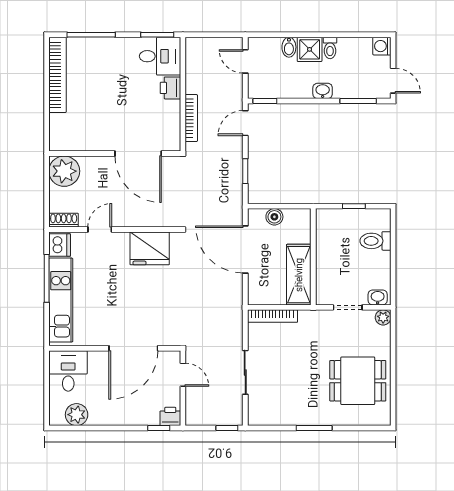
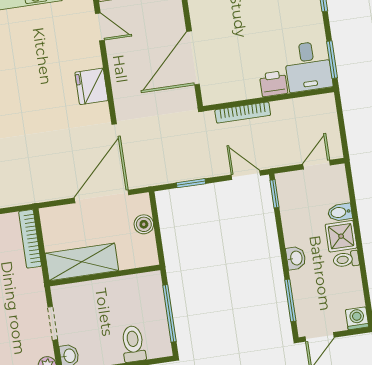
window: (354, 206) -> (169, 313), width x2.17
fridge: (150, 248) -> (91, 86), width x0.73, depth x0.75

